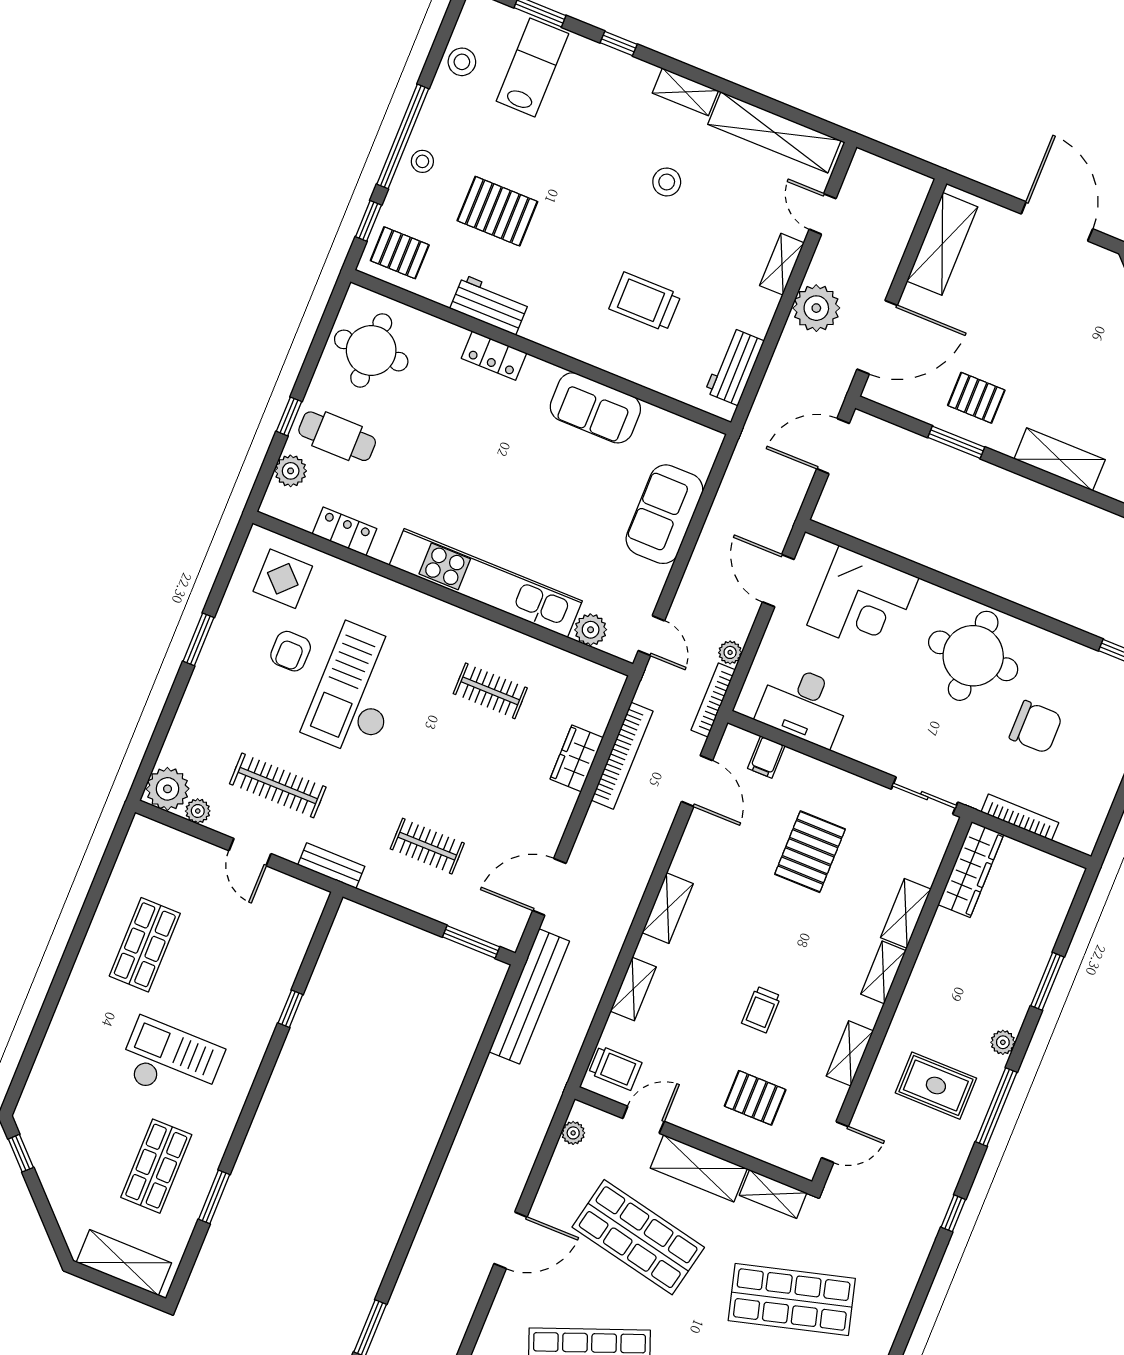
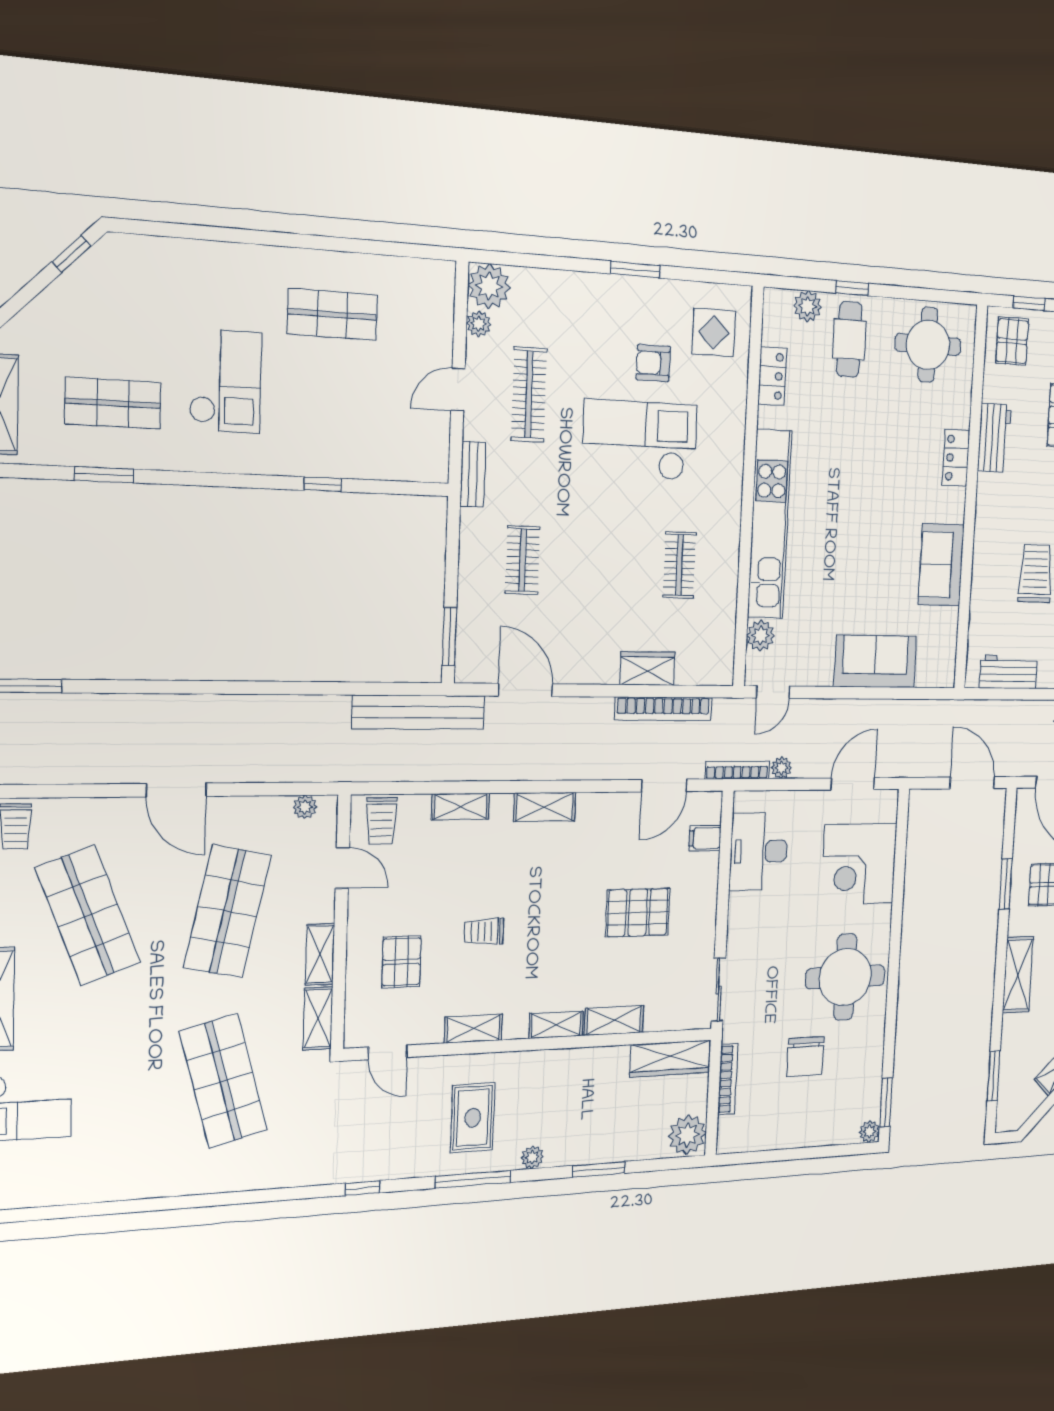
plant: (1057, 879) -> (687, 1135), added
shelving: (699, 1168) -> (320, 954), width x0.67, depth x0.75

